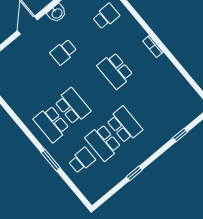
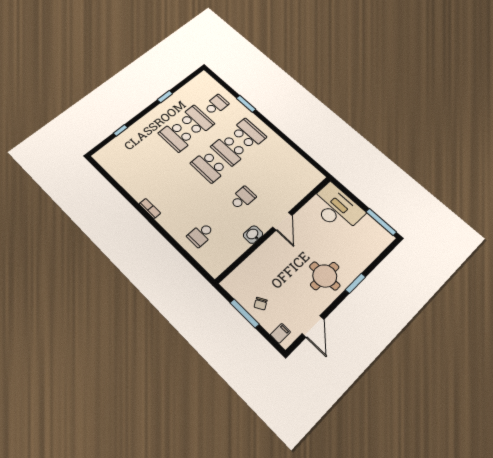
school desk: (115, 71) -> (209, 167), moved, turned 180
school desk: (82, 160) -> (216, 105), turned 180

